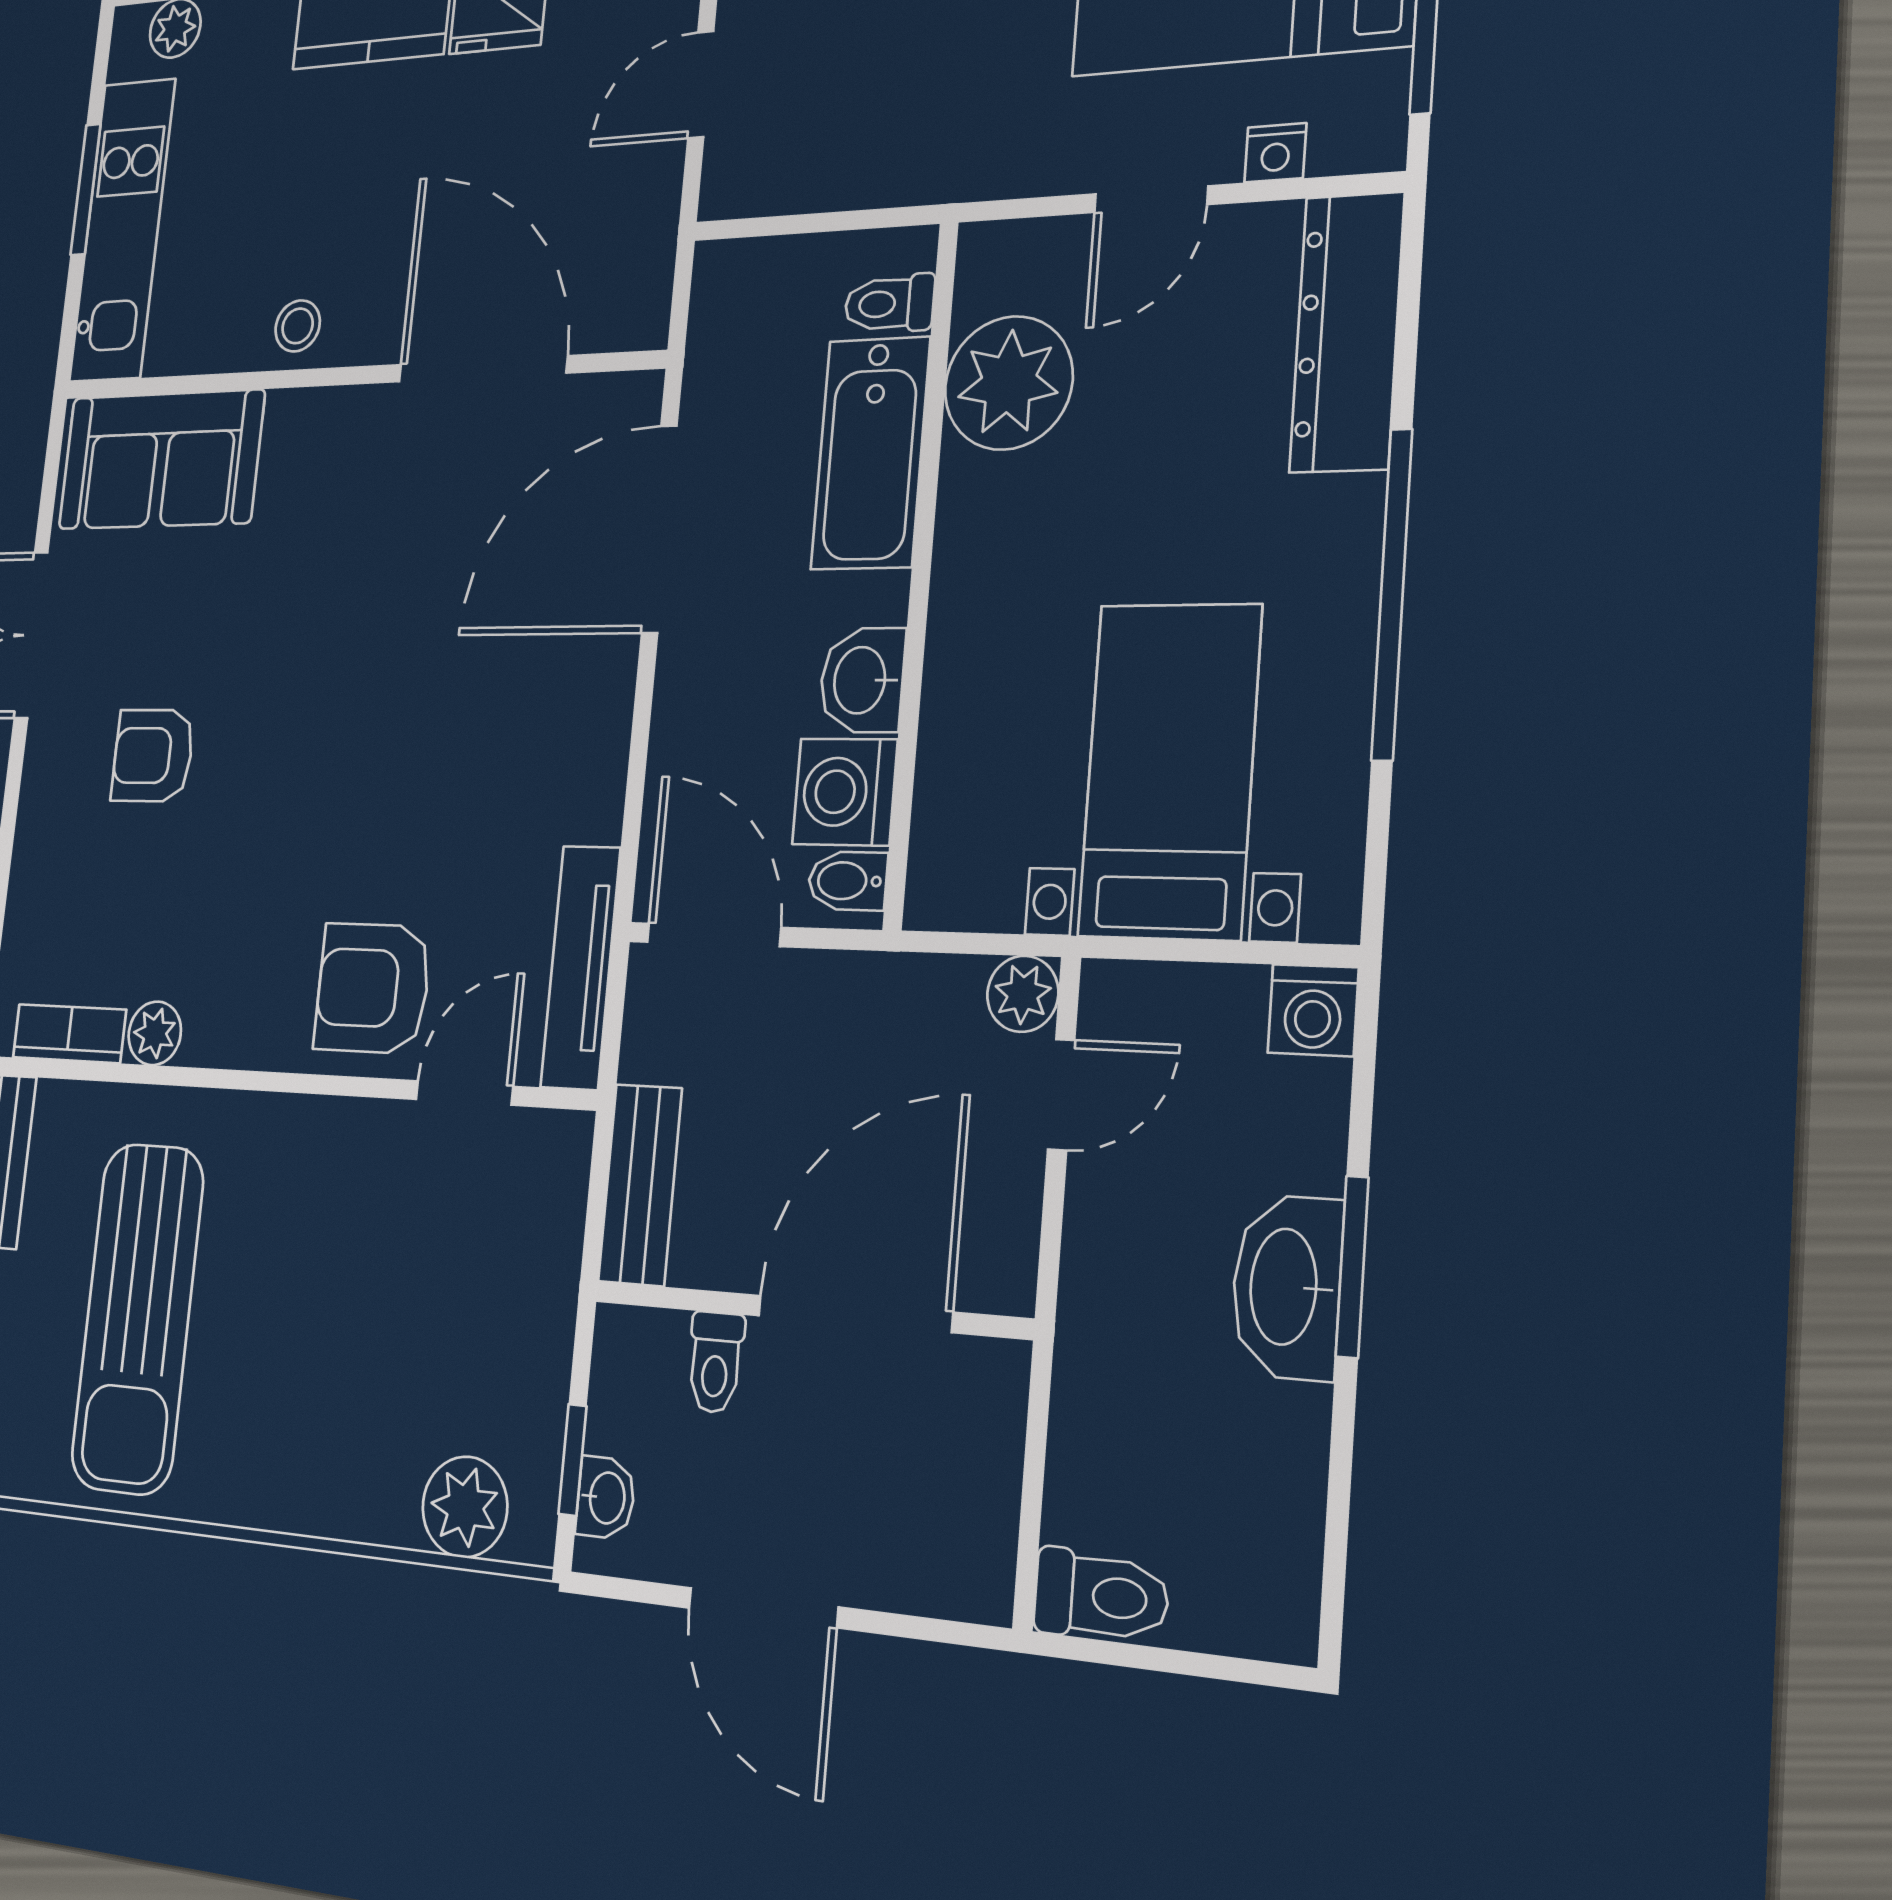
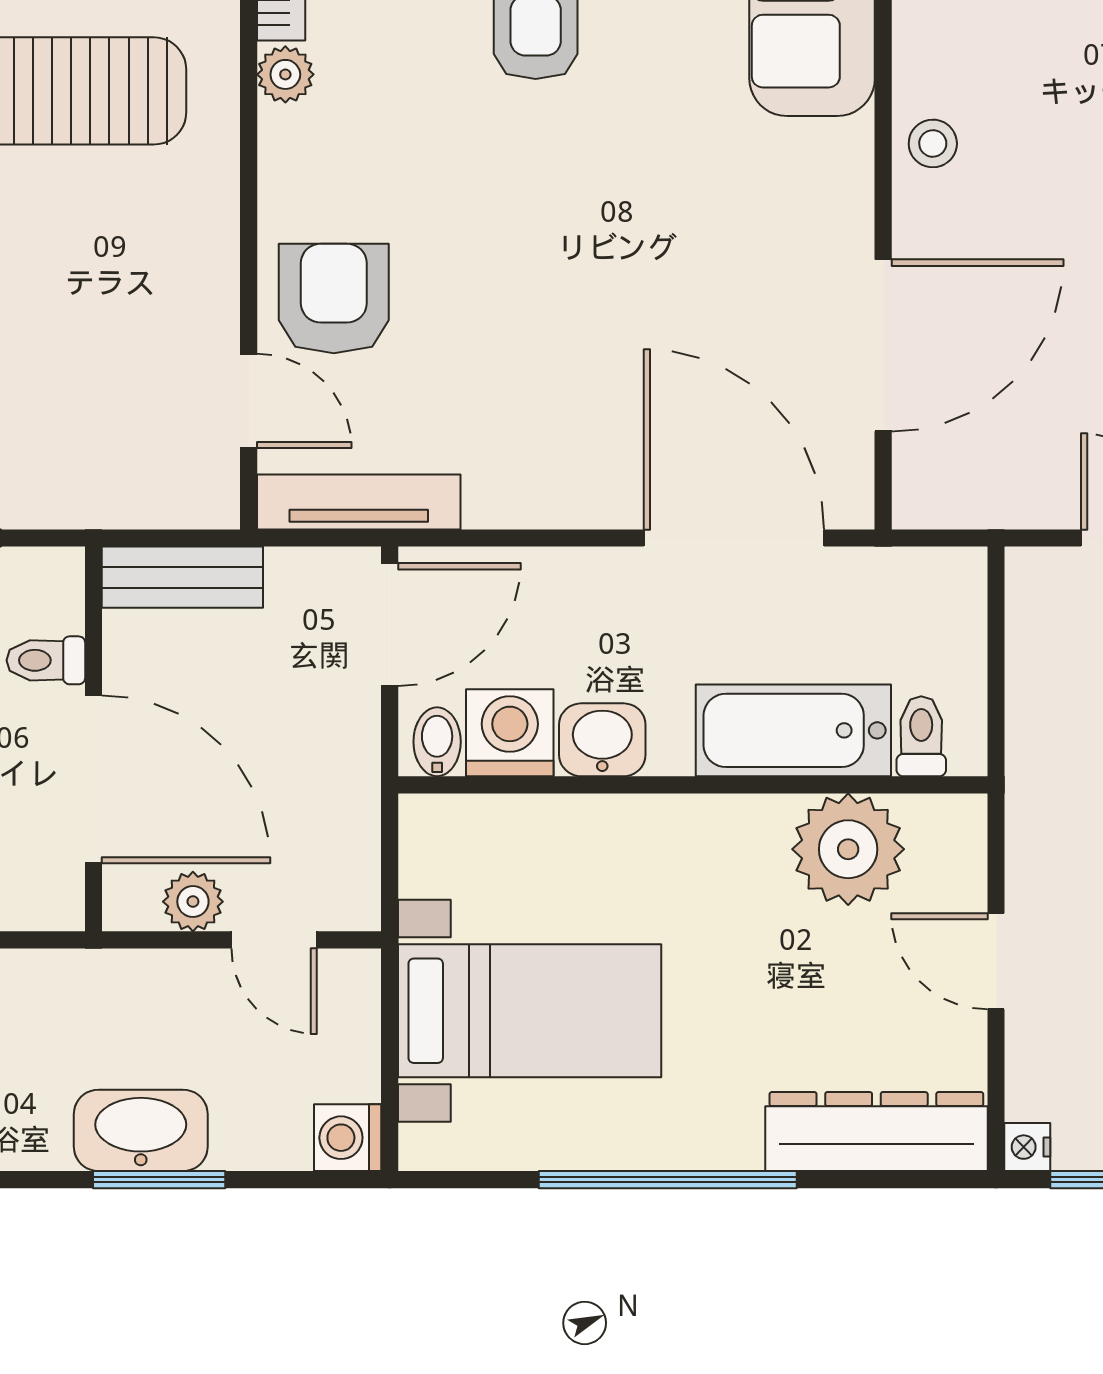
nightstand: (1275, 153) -> (1027, 1147), moved
plant: (1023, 994) -> (193, 902), moved

